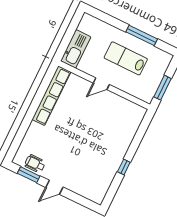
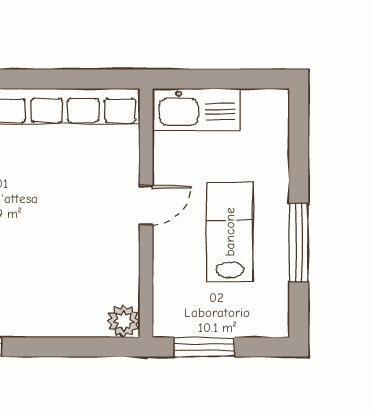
door: (101, 84) -> (146, 205), swing flipped
plant: (139, 112) -> (123, 321), added

